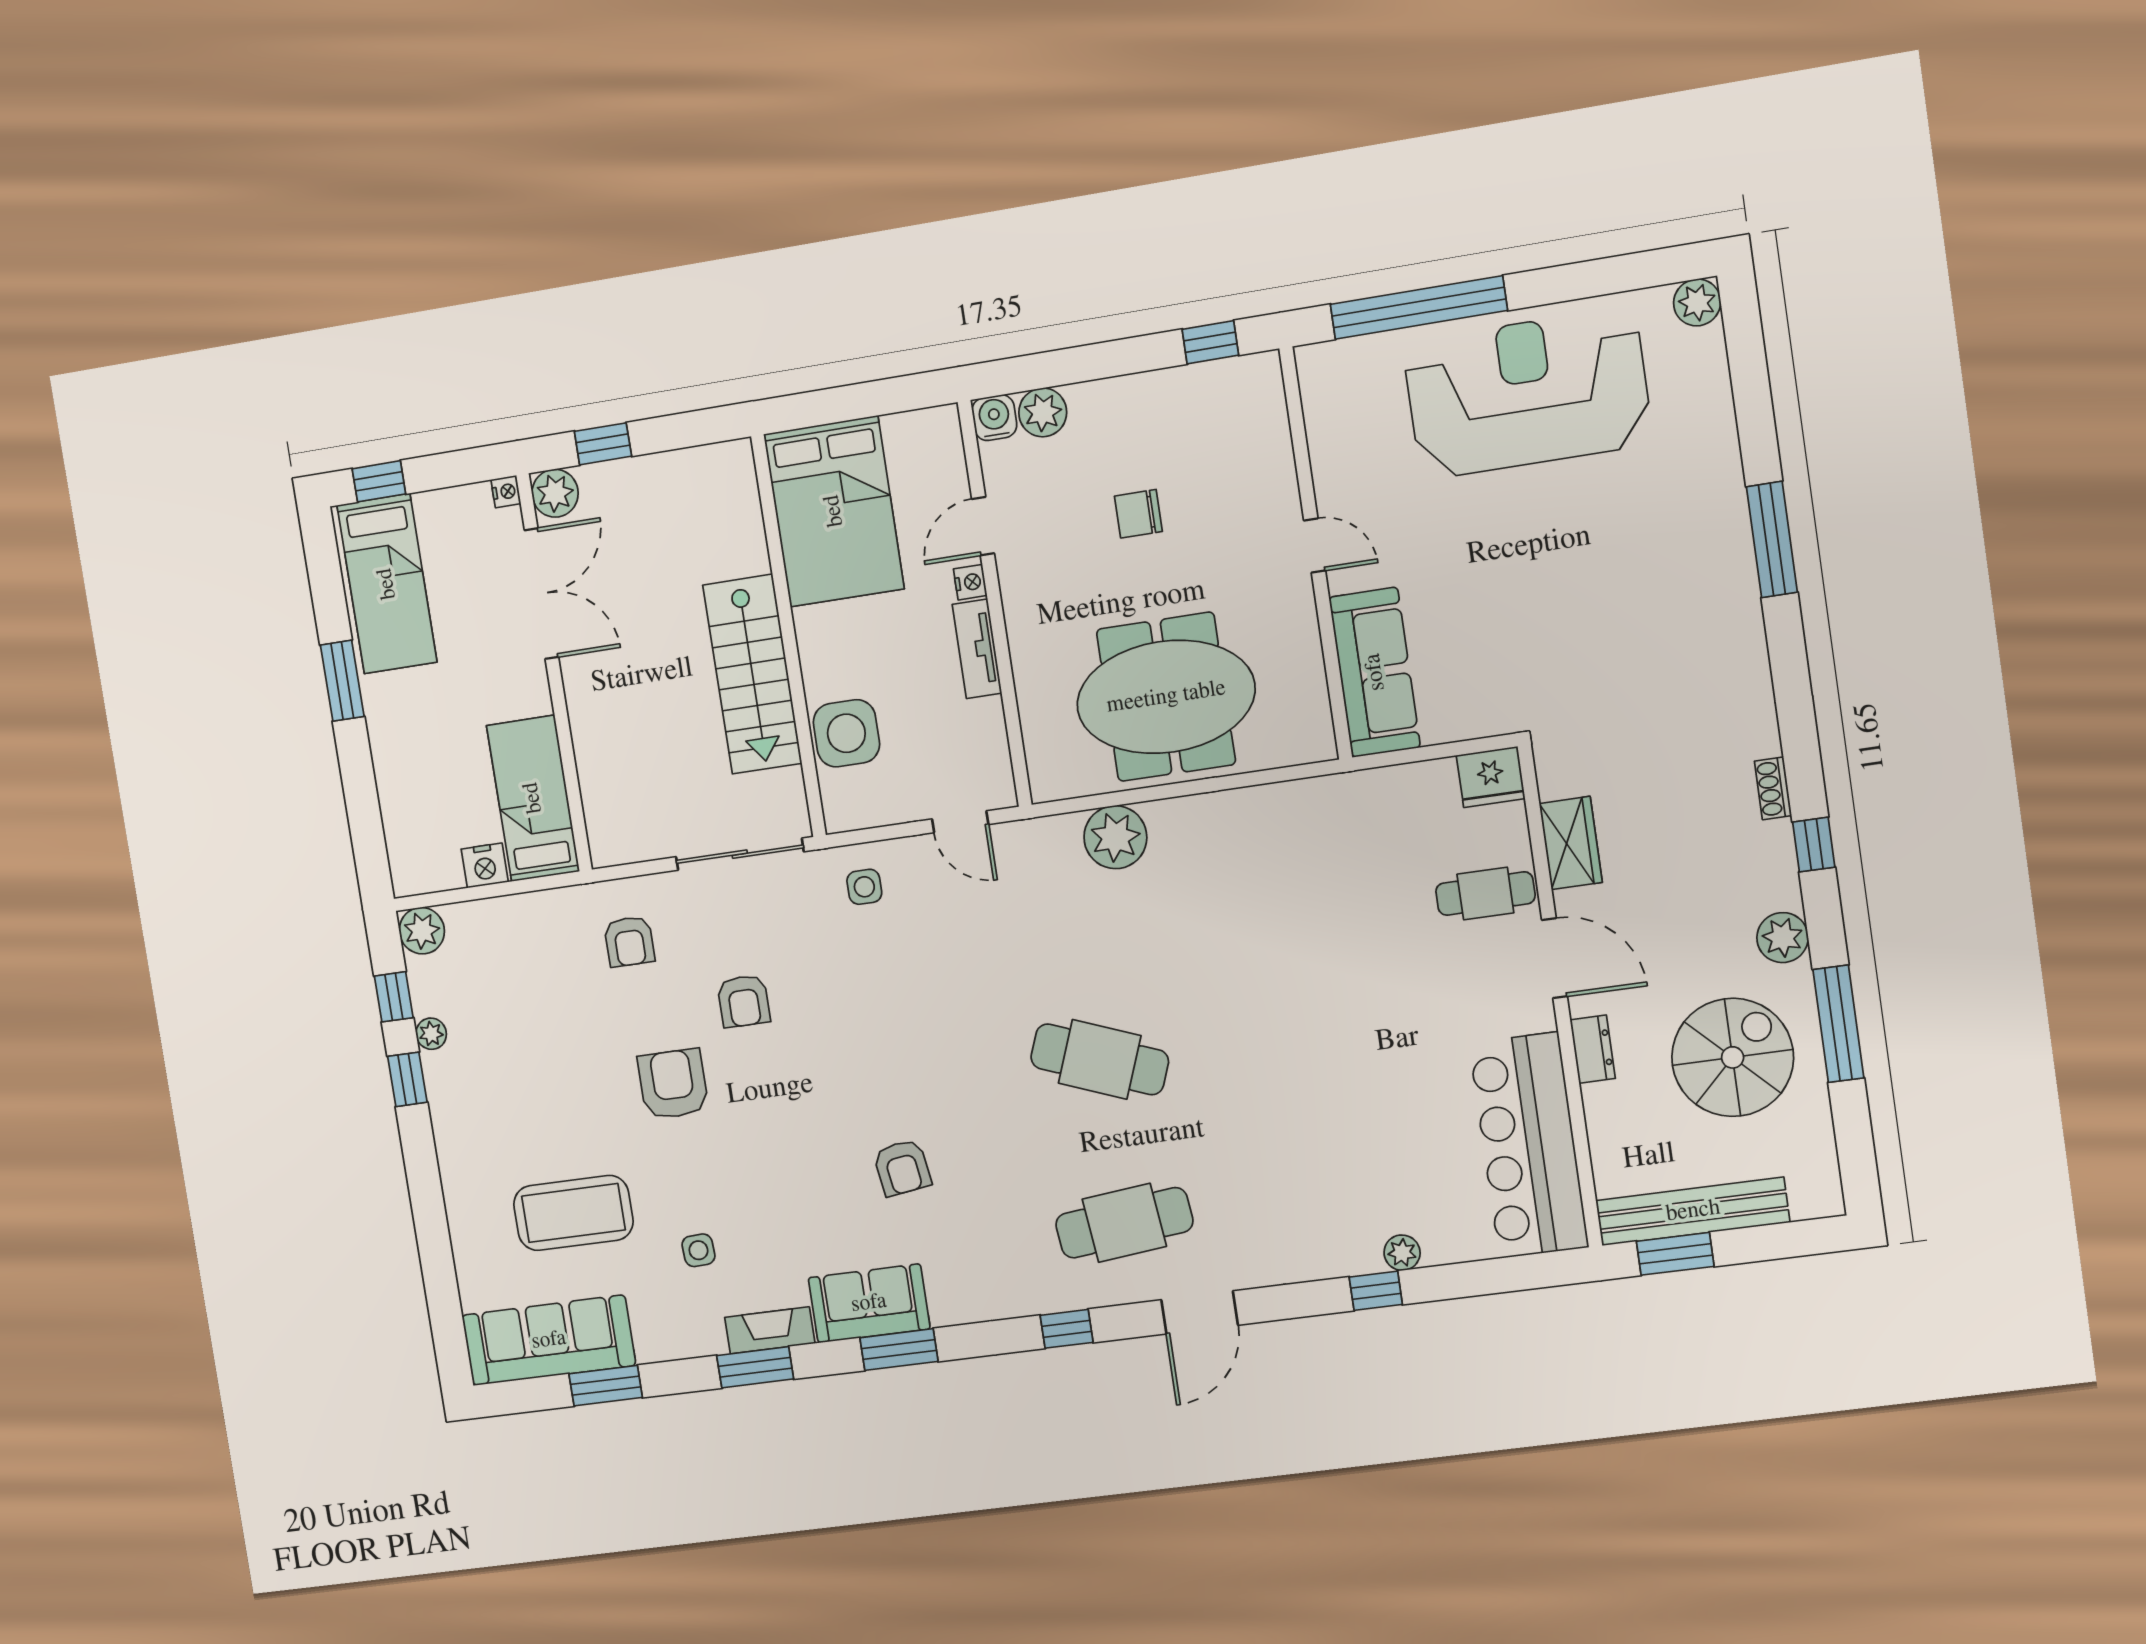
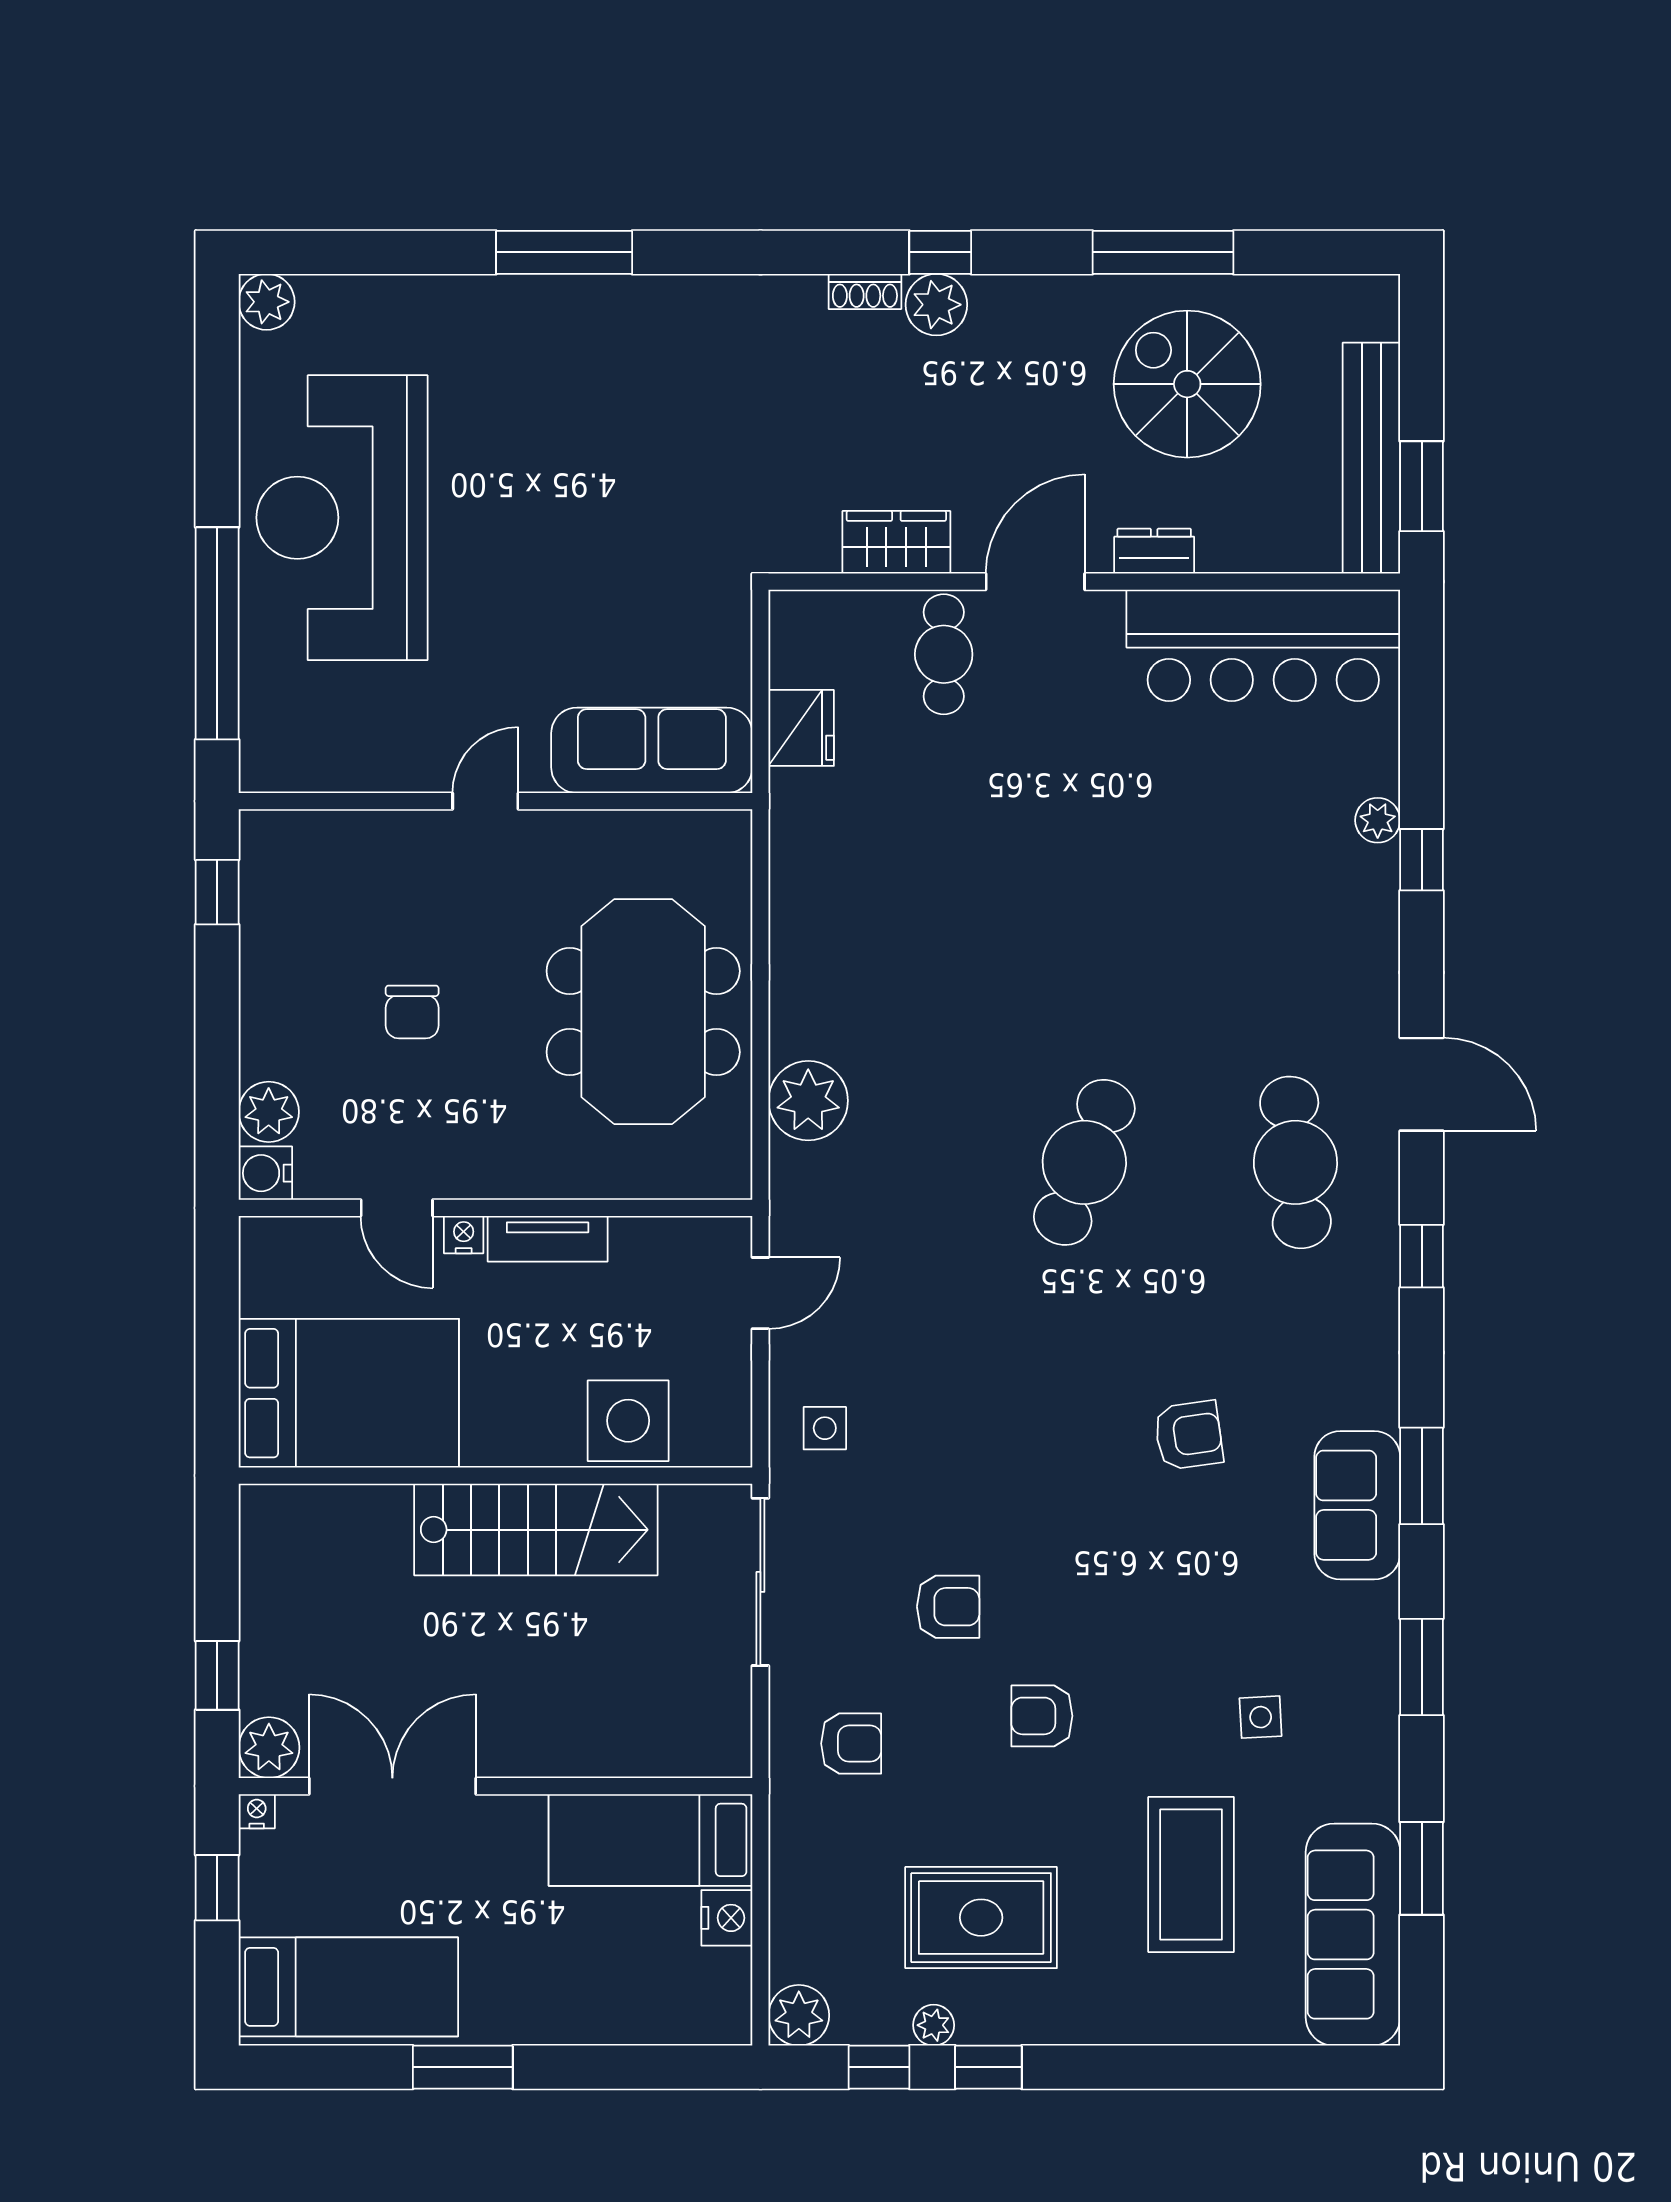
window: (379, 481) -> (217, 1888), moved
fridge: (1491, 777) -> (801, 728), moved
plant: (1783, 938) -> (936, 305), moved
rug: (516, 1059) -> (981, 1918), added
armchair: (673, 1084) -> (1042, 1716), width x0.72, depth x0.72
fireplace: (770, 1330) -> (1376, 1640), removed

